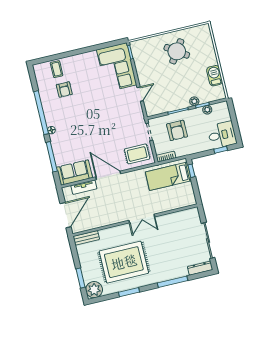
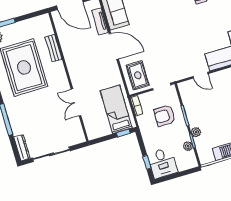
door: (108, 175) -> (114, 46), hinge flipped
double door: (142, 219) -> (76, 102), moved
bench: (86, 238) -> (53, 48), moved

